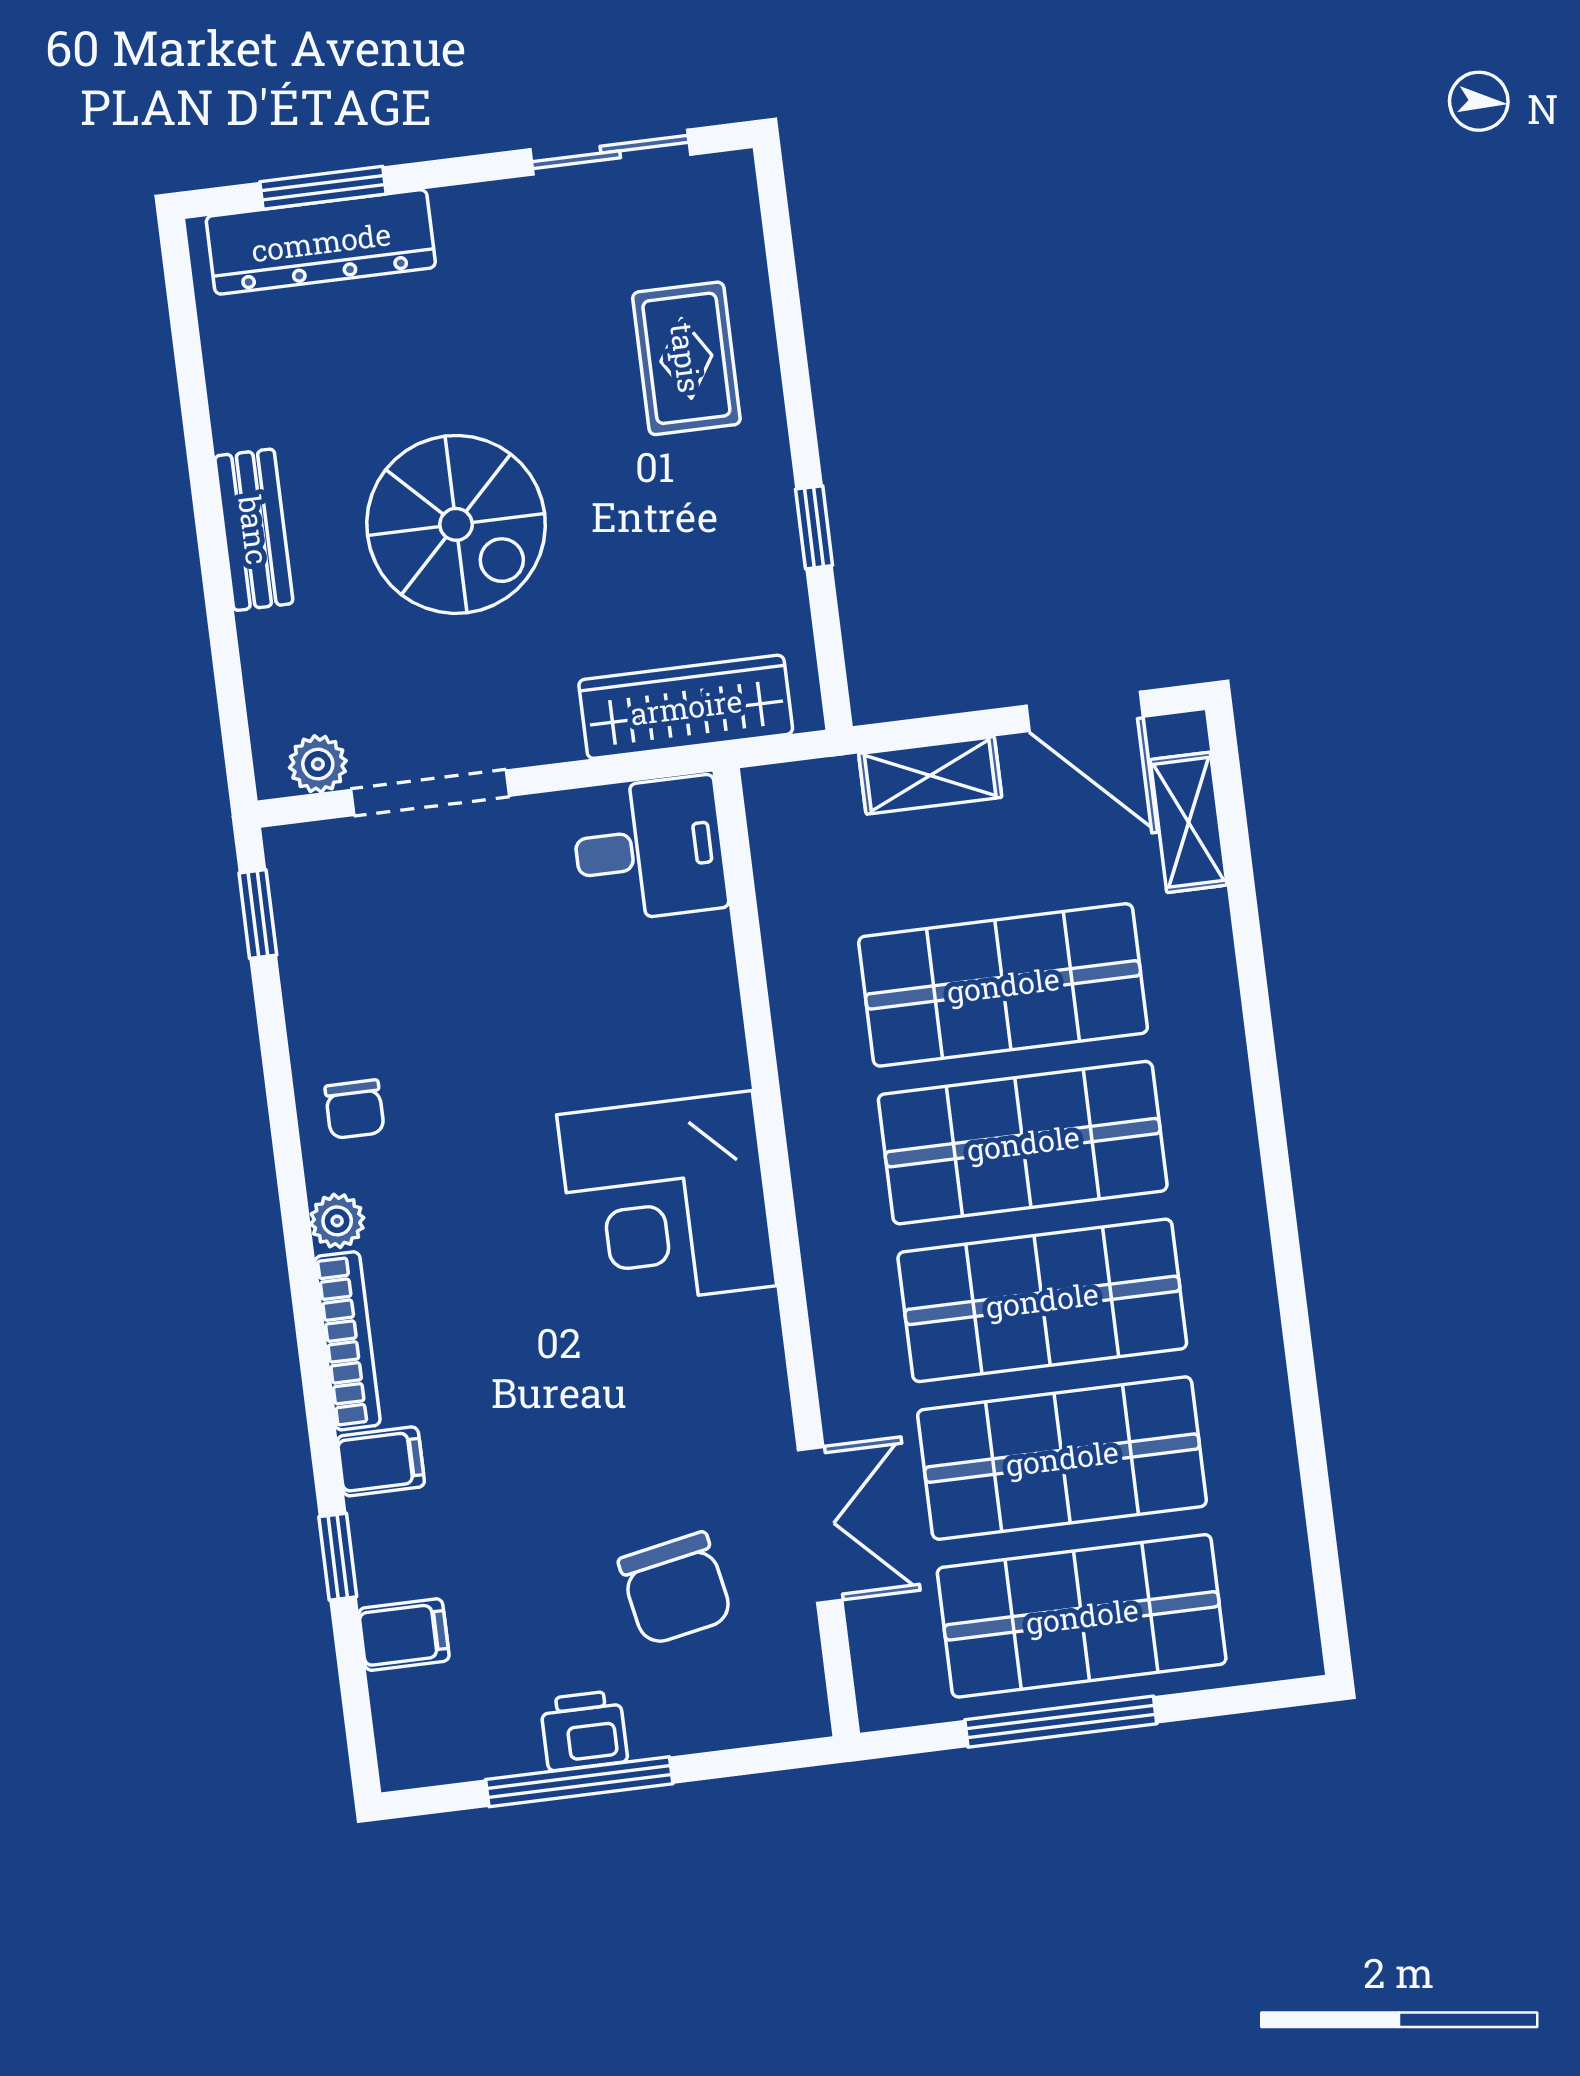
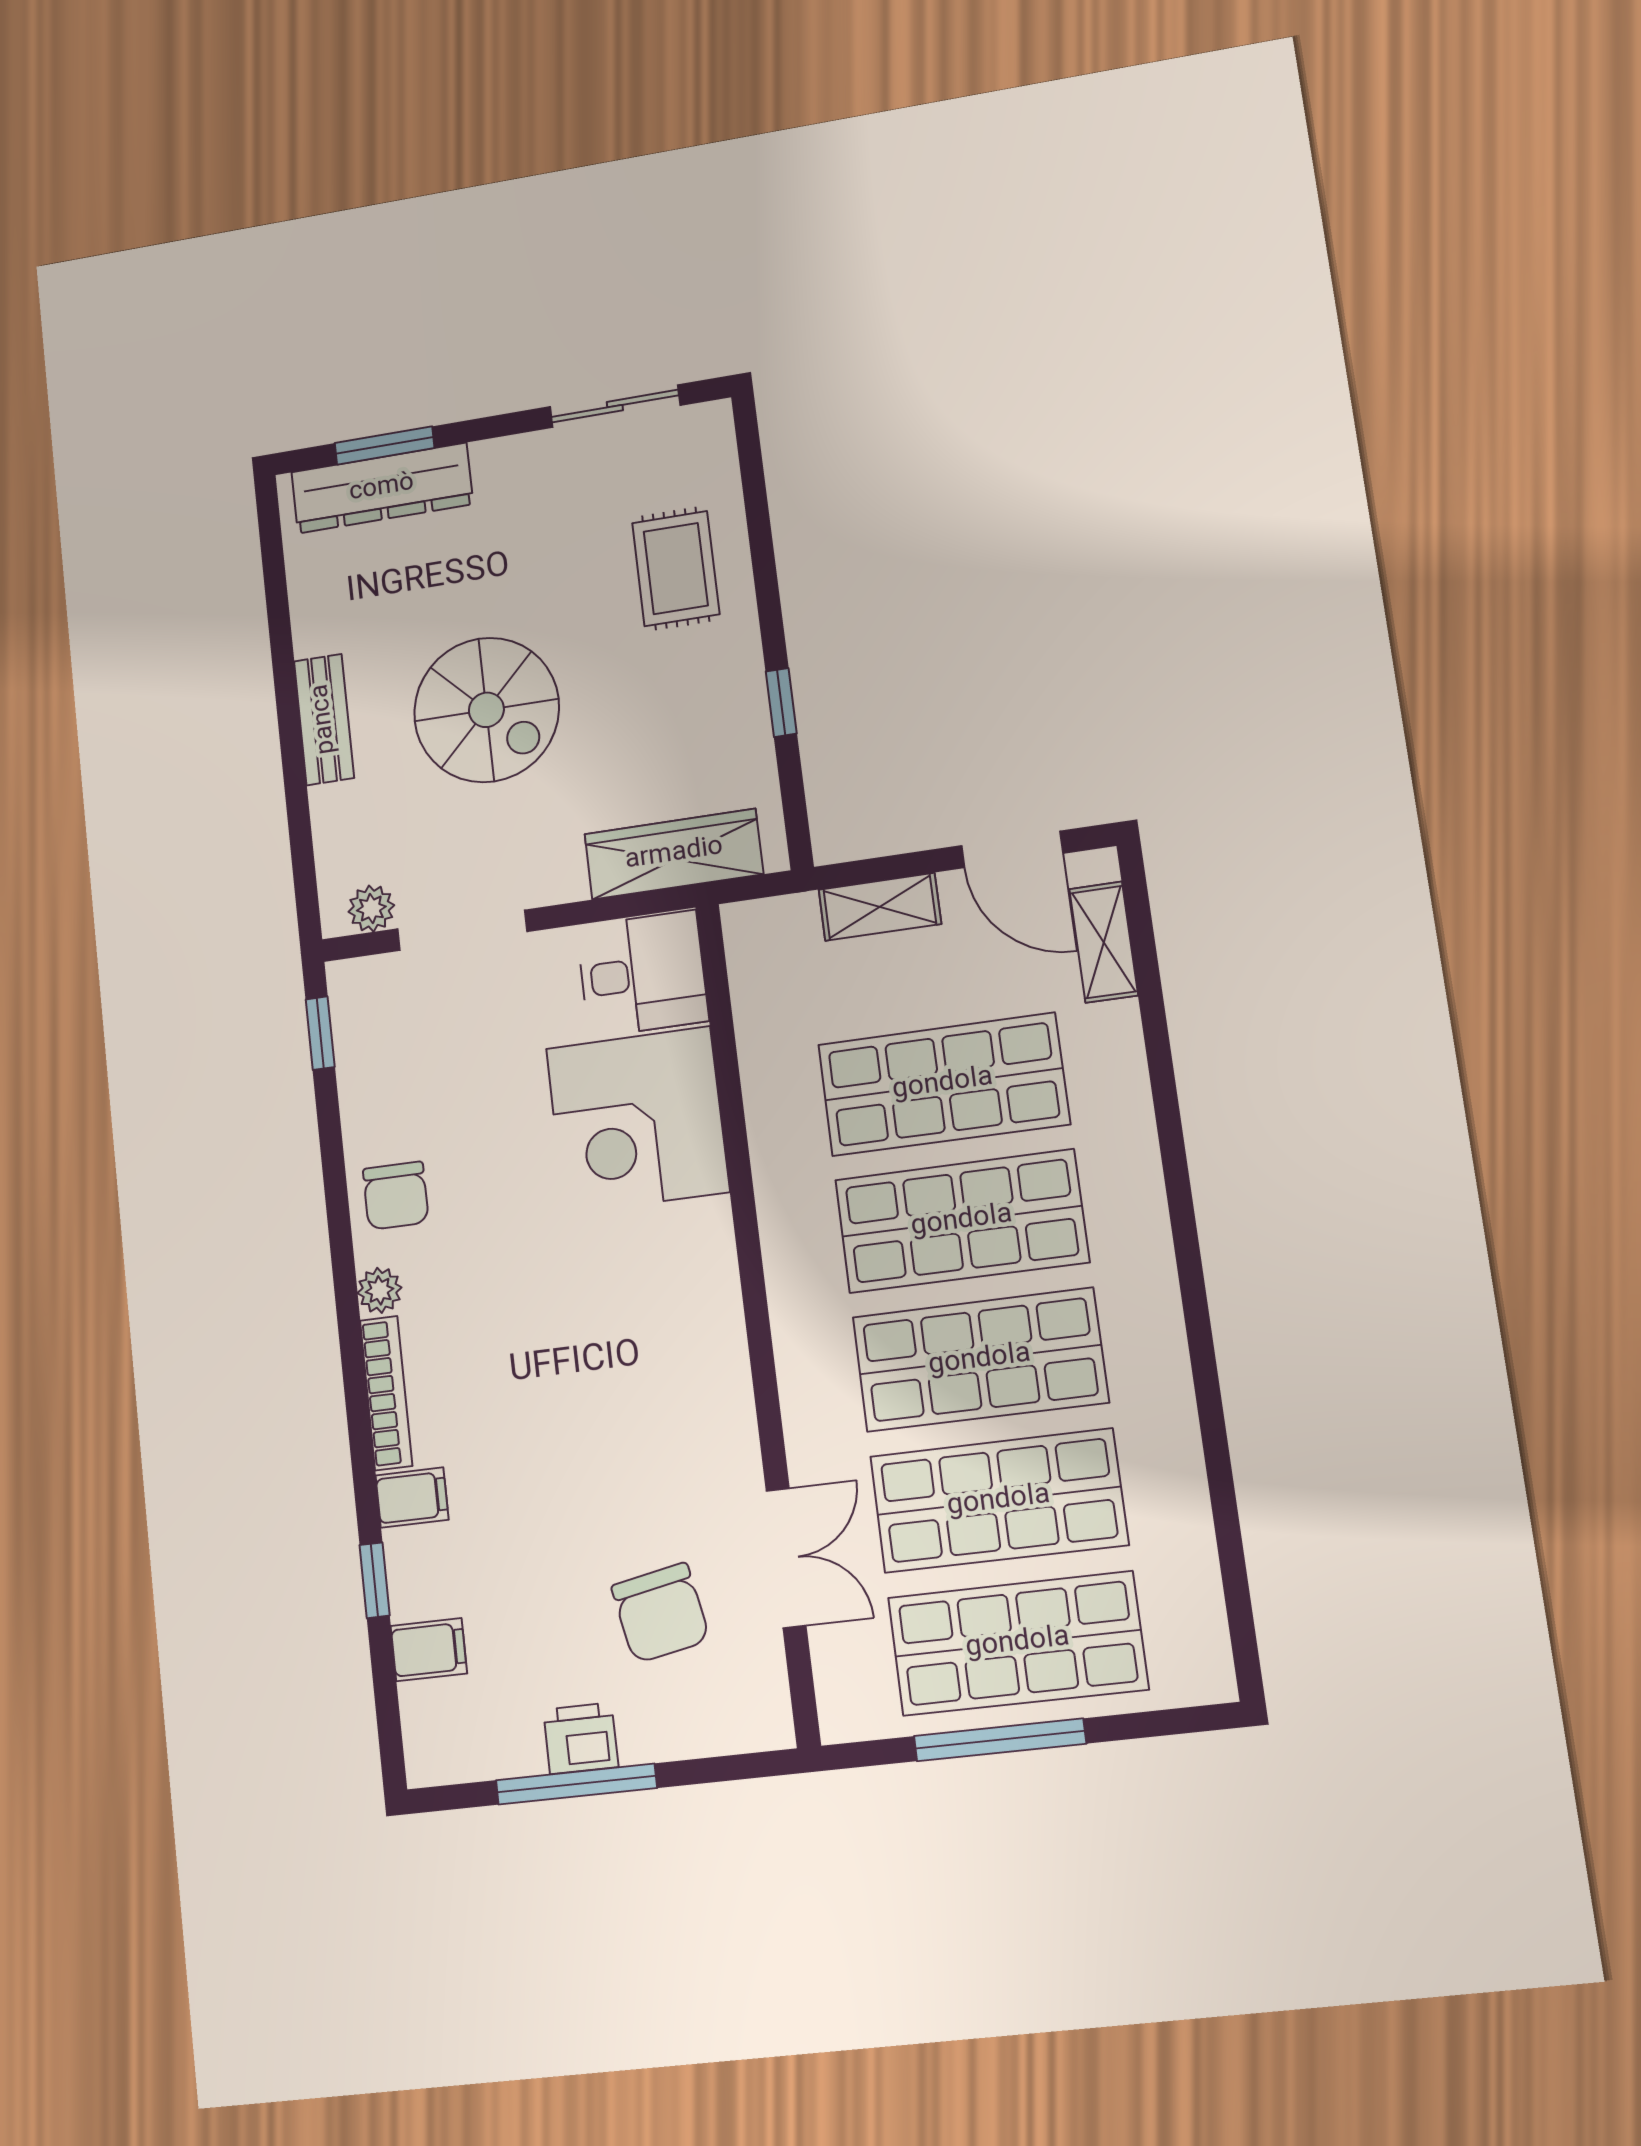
chair: (355, 1109) -> (396, 1196), width x1.37, depth x1.37
corner desk: (667, 1200) -> (637, 1120), moved

